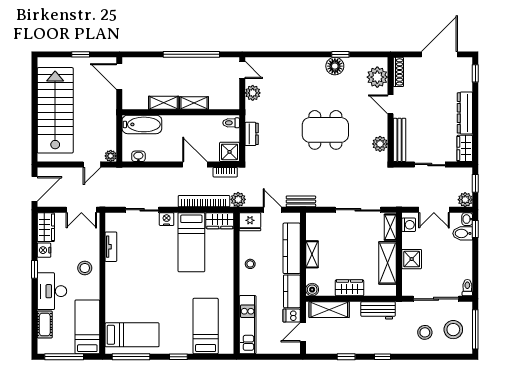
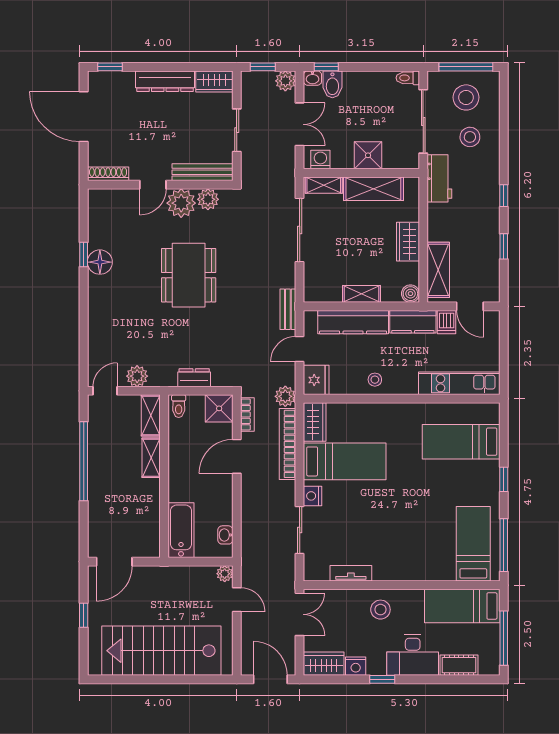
plant: (377, 77) -> (181, 203), moved
shelving: (164, 103) -> (151, 415), moved
workbench: (378, 310) -> (439, 178), moved

